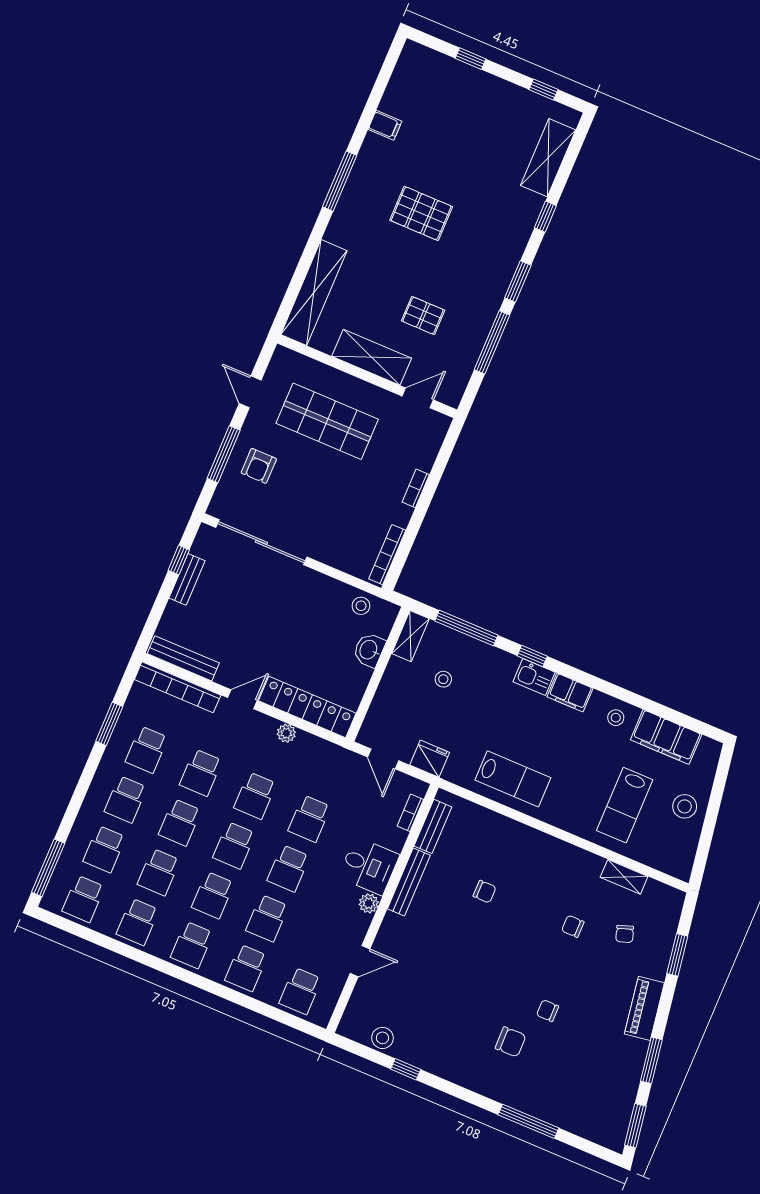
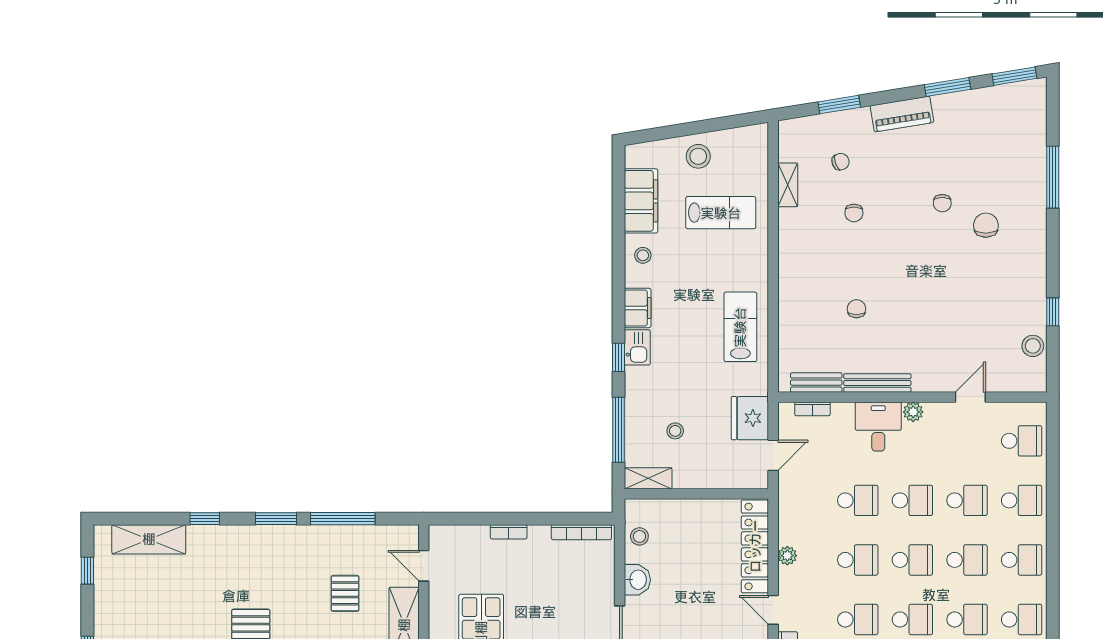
washbasin: (369, 650) -> (637, 580), moved, turned -90
fridge: (430, 759) -> (750, 418), width x1.36, depth x1.34
door: (360, 961) -> (970, 397), hinge flipped

